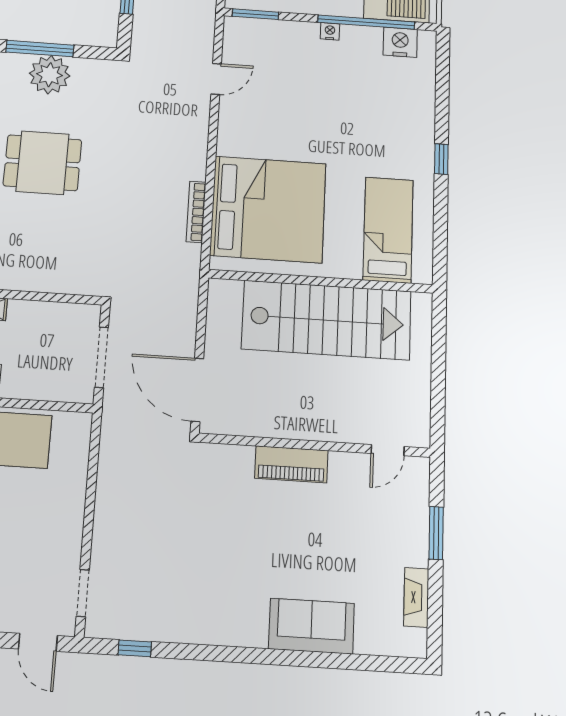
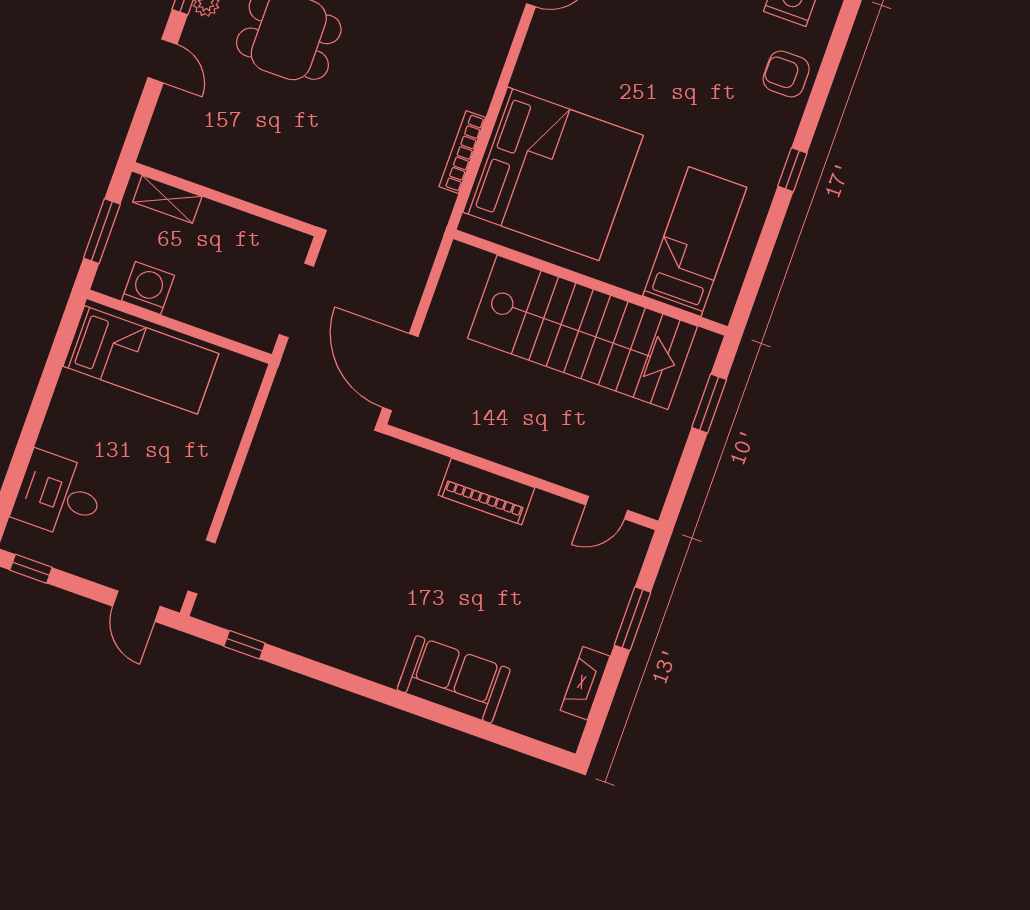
armchair: (414, 94) -> (786, 74), added
window: (439, 347) -> (709, 403), added

